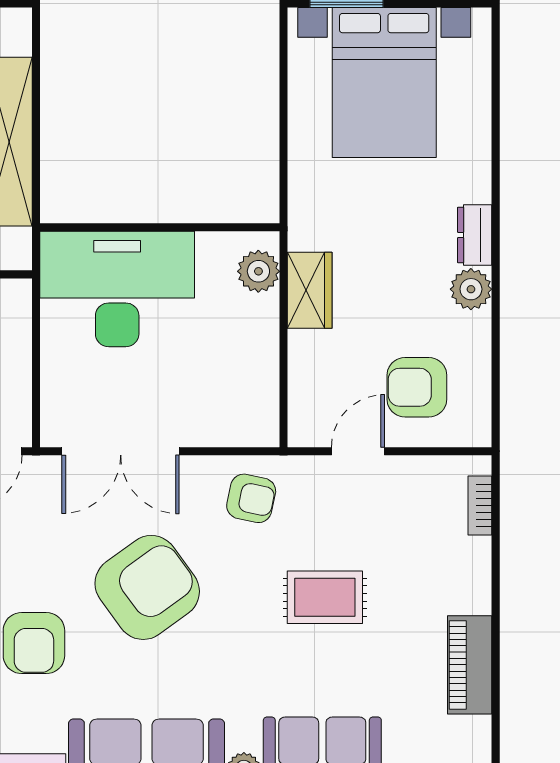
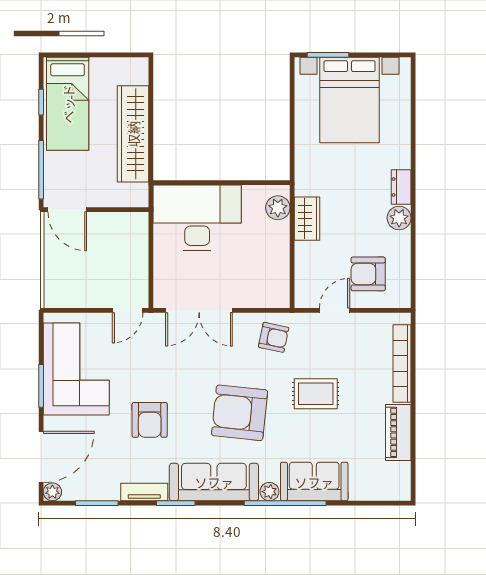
bookcase: (480, 505) -> (402, 364), width x2.31, depth x1.31
armchair: (147, 587) -> (240, 413), moved, turned -138

